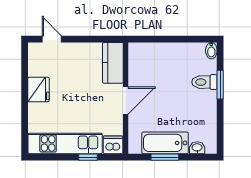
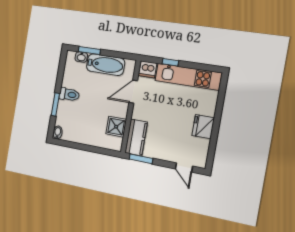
window: (103, 39) -> (141, 159), added
shower: (139, 71) -> (116, 127), added
toilet: (204, 82) -> (69, 94), moved
door: (126, 100) -> (133, 92), moved
window: (165, 157) -> (89, 50), moved

